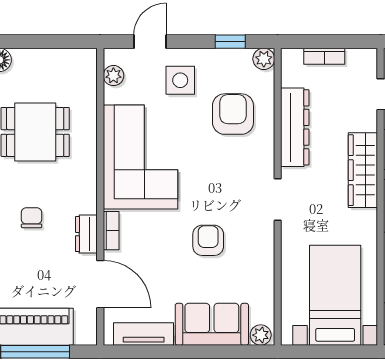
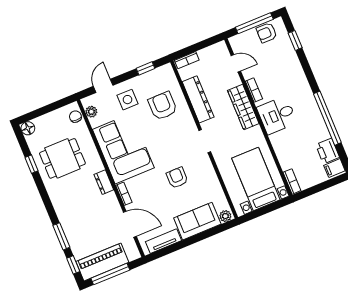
bookcase: (324, 56) -> (187, 60), moved
plant: (264, 59) -> (167, 70), removed
chair: (32, 218) -> (75, 117), moved
dresser: (86, 234) -> (104, 182), moved

